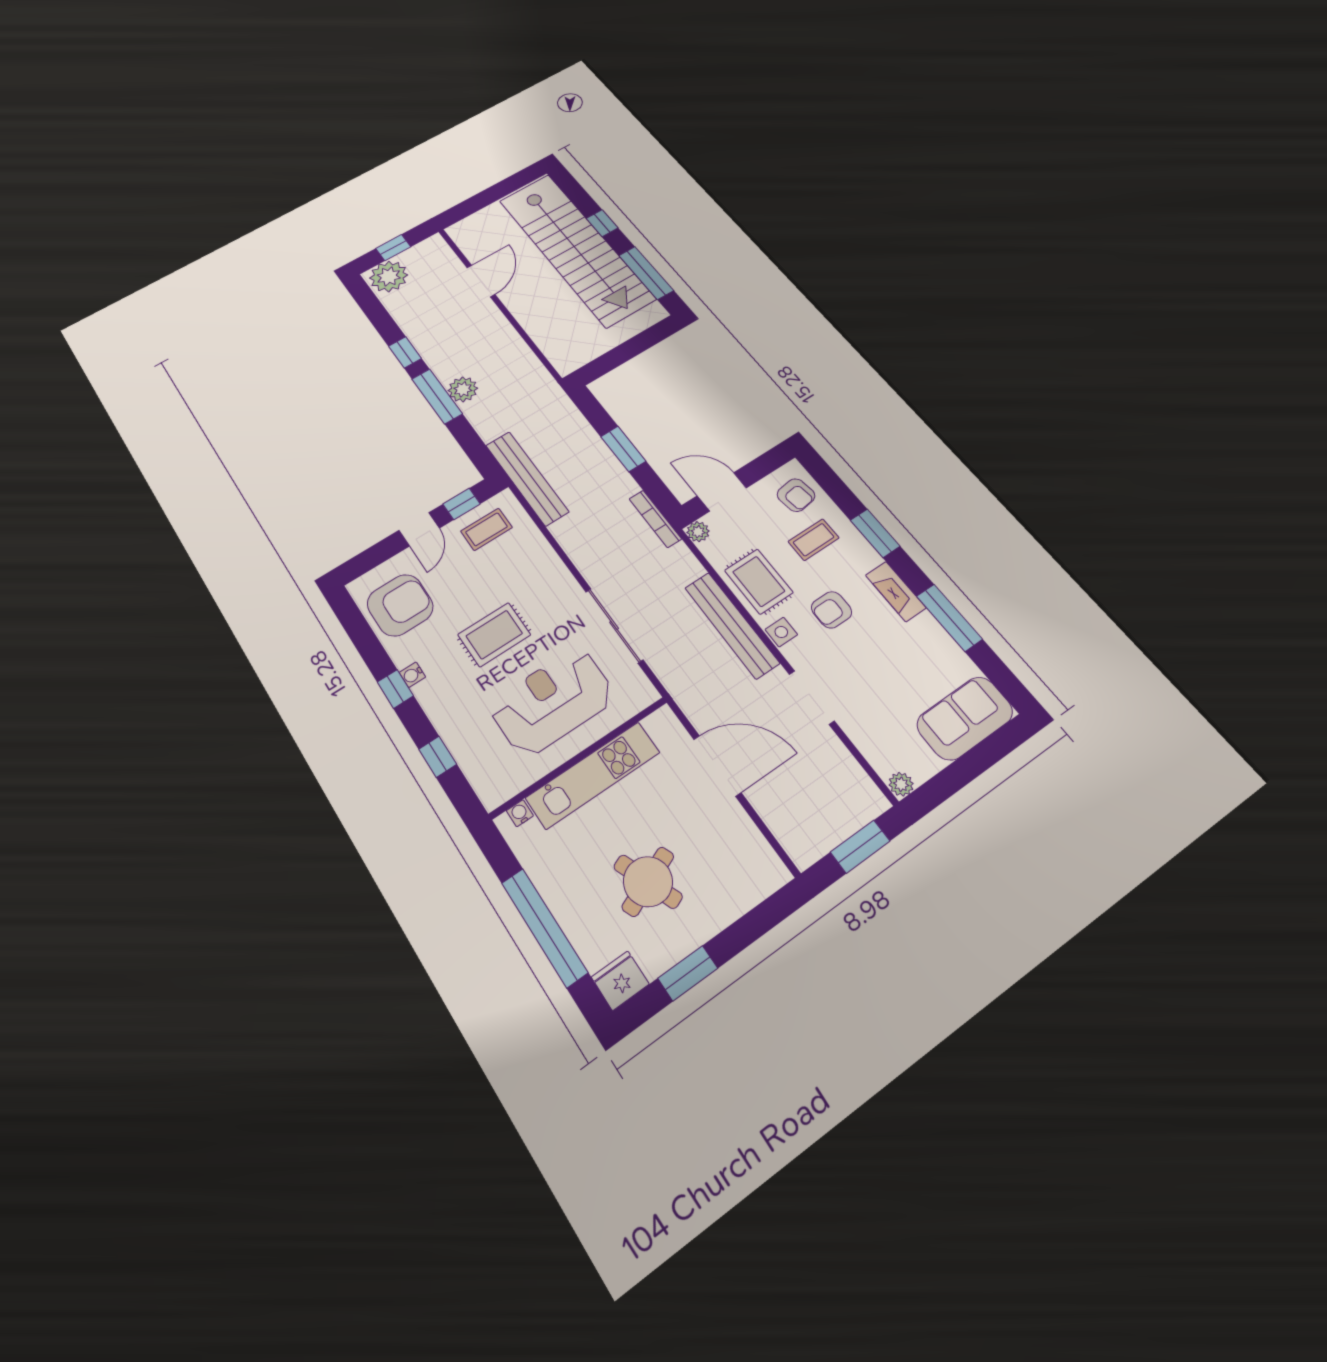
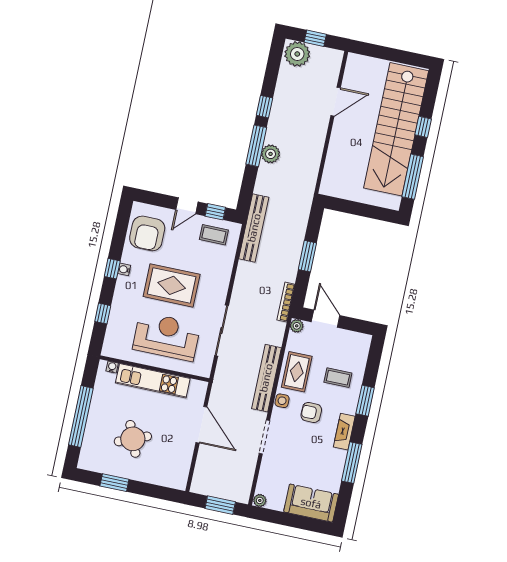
armchair: (796, 495) -> (353, 352), removed
armchair: (400, 605) -> (147, 233), turned 90
rug: (494, 635) -> (172, 285), width x1.36, depth x1.43
fridge: (620, 981) -> (89, 461), removed

